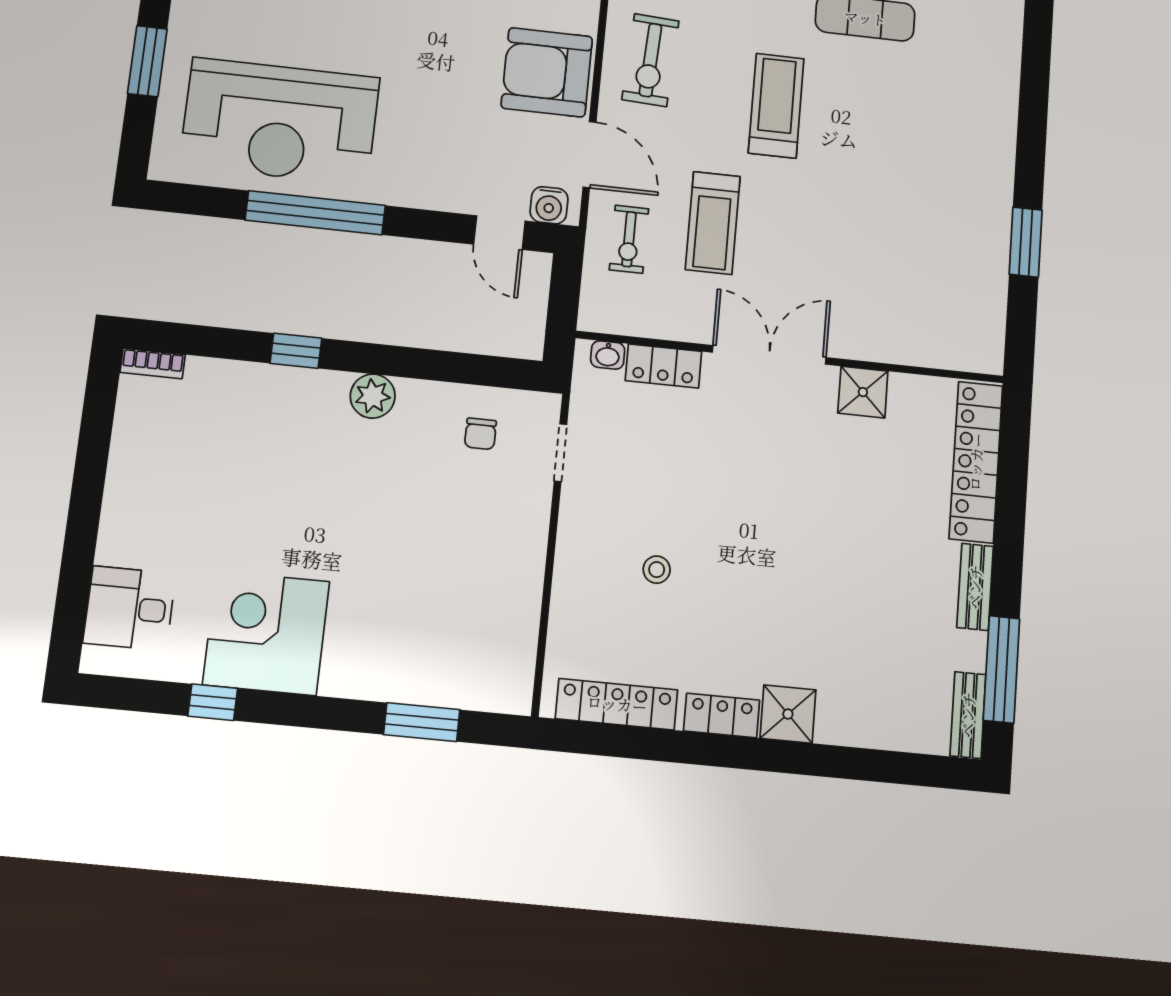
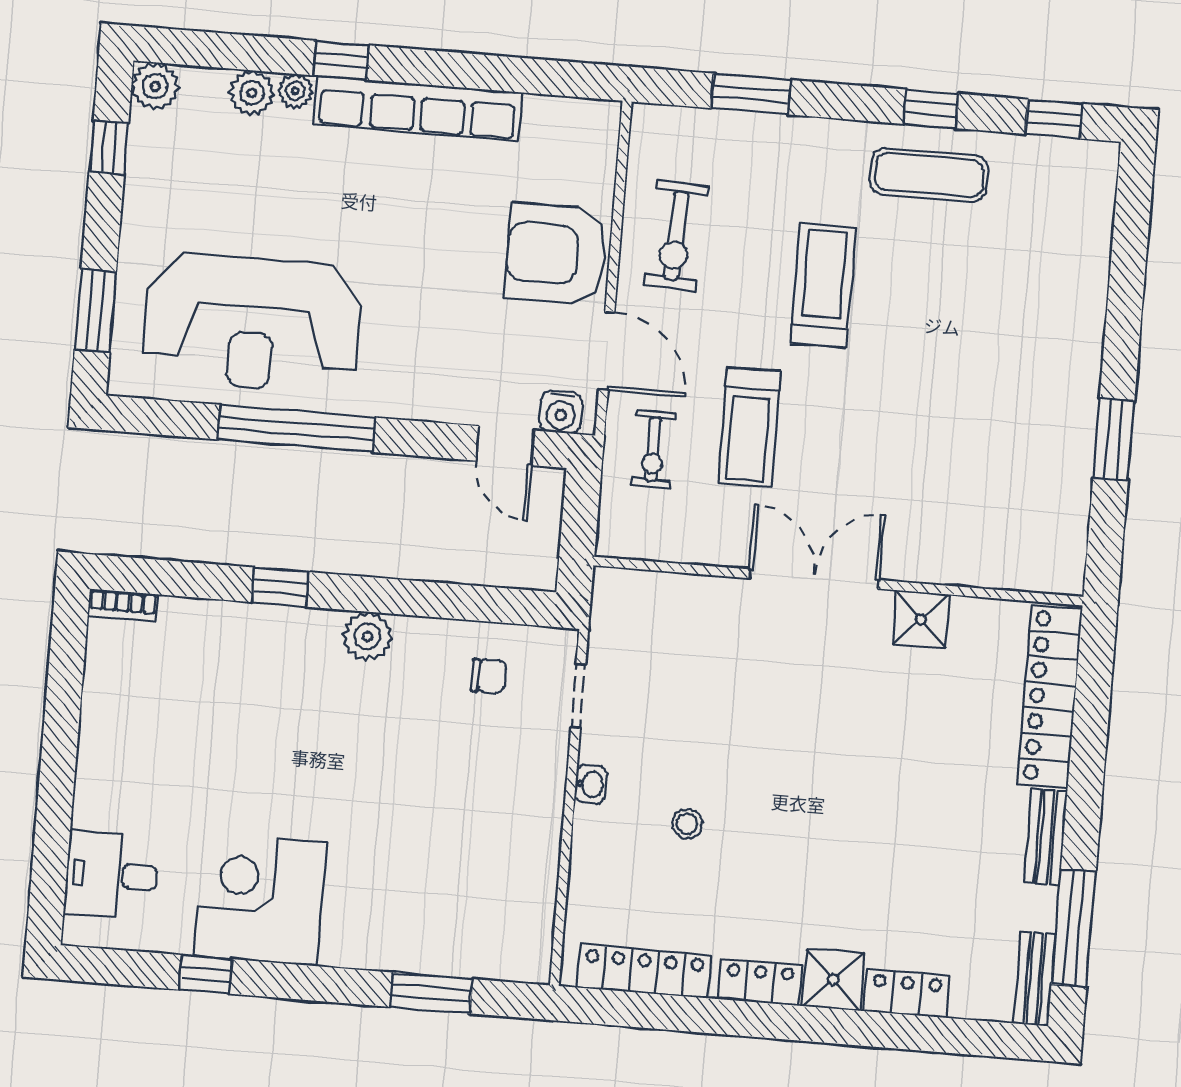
window: (147, 61) -> (95, 311), moved
washbasin: (608, 355) -> (591, 784), moved, turned -90
locker: (663, 366) -> (907, 994), moved, turned 180
chair: (480, 434) -> (488, 676), turned -90

